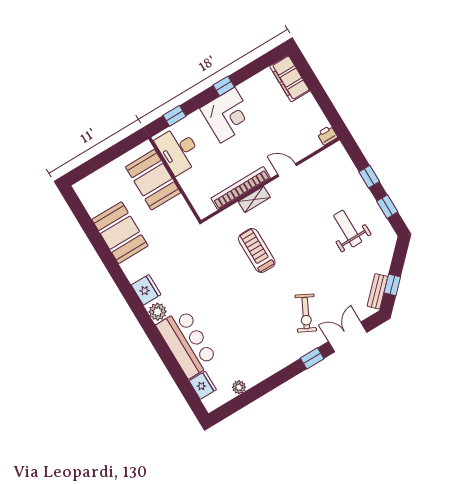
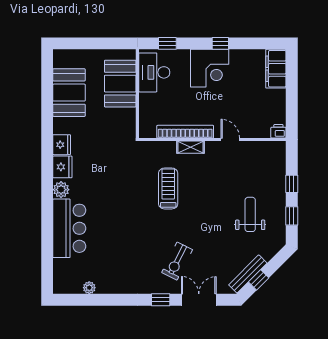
booth: (120, 233) -> (69, 93), moved
bench: (377, 291) -> (248, 274), width x1.36
fridge: (203, 385) -> (62, 145), moved

